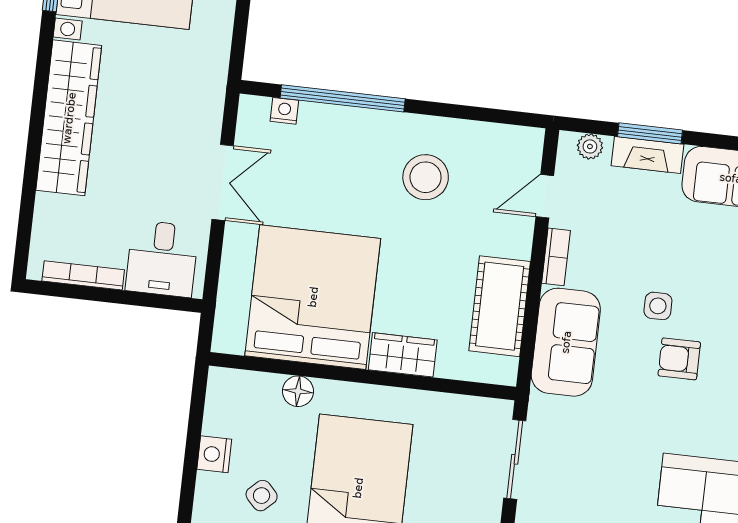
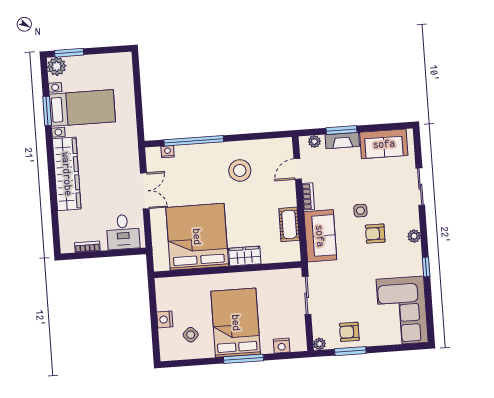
bookcase: (83, 275) -> (87, 247), width x0.64
cot: (500, 306) -> (289, 224), width x0.73, depth x0.75
floor lamp: (298, 391) -> (199, 282), removed

